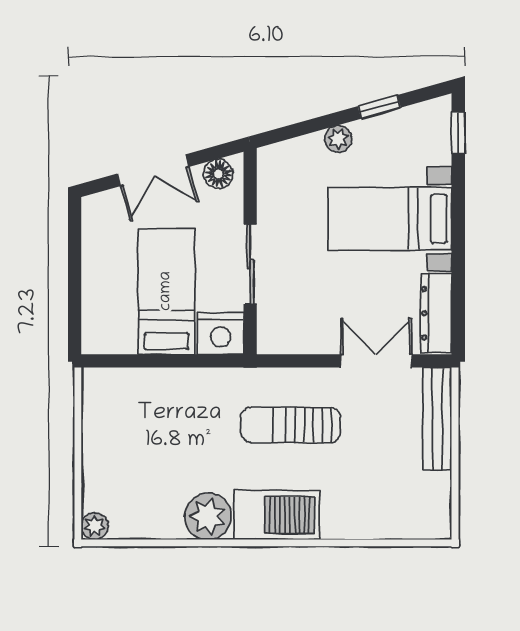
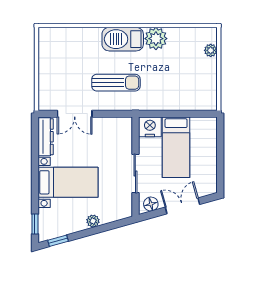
window: (379, 107) -> (58, 241), moved
sliding door: (250, 264) -> (135, 174), moved
bench: (437, 419) -> (45, 86), removed
plant: (95, 526) -> (211, 50), moved

